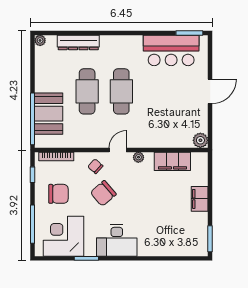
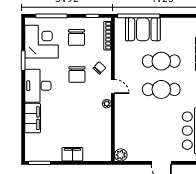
filing cabinet: (172, 161) -> (33, 118), moved, turned 180
chair: (103, 193) -> (77, 74), turned -139

